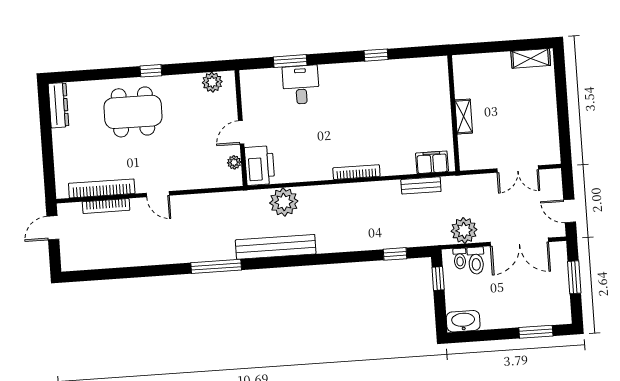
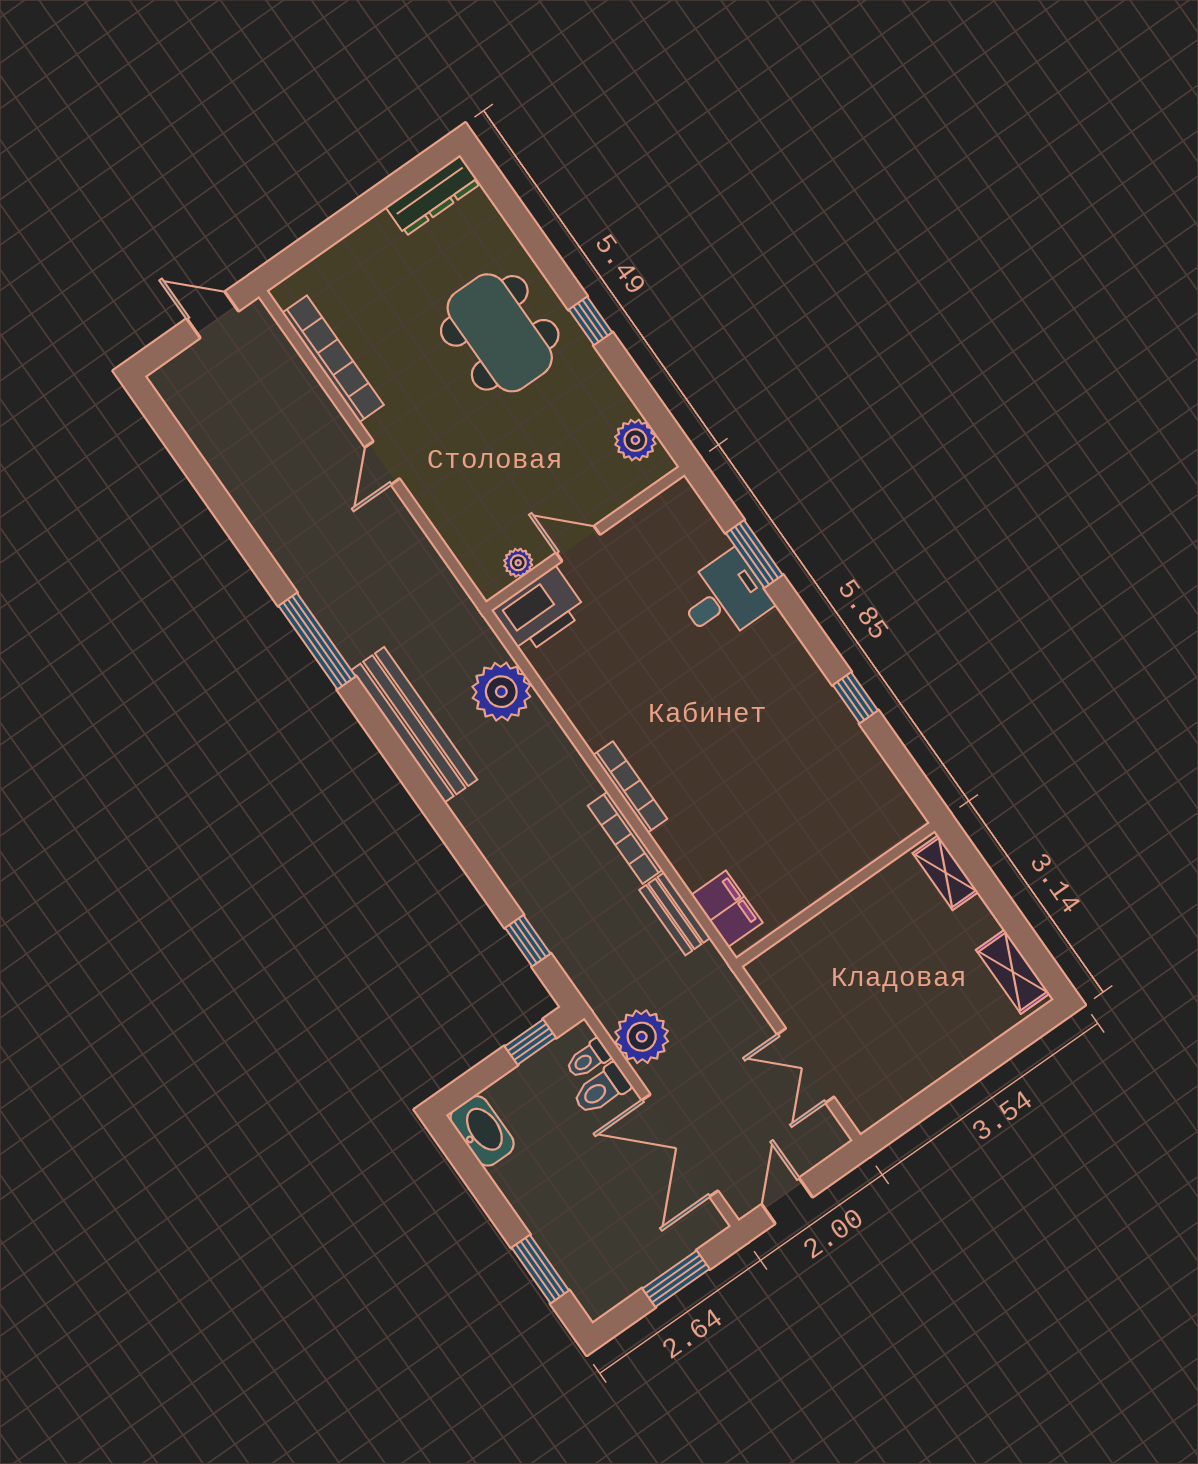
shelving: (464, 117) -> (945, 873), moved, turned 90
bookcase: (106, 206) -> (625, 838), moved

